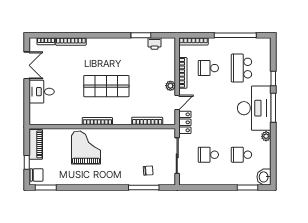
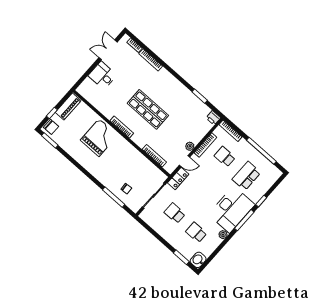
printer: (154, 44) -> (213, 118), moved
double door: (27, 65) -> (108, 50), swing flipped

